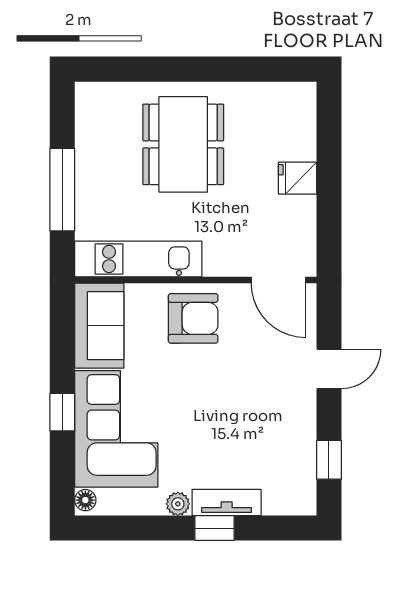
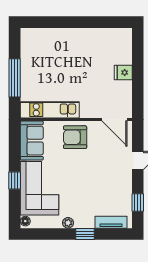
dining table: (183, 144) -> (70, 57), removed
armchair: (193, 318) -> (75, 137), turned 180
tv unit: (227, 502) -> (111, 222), moved

